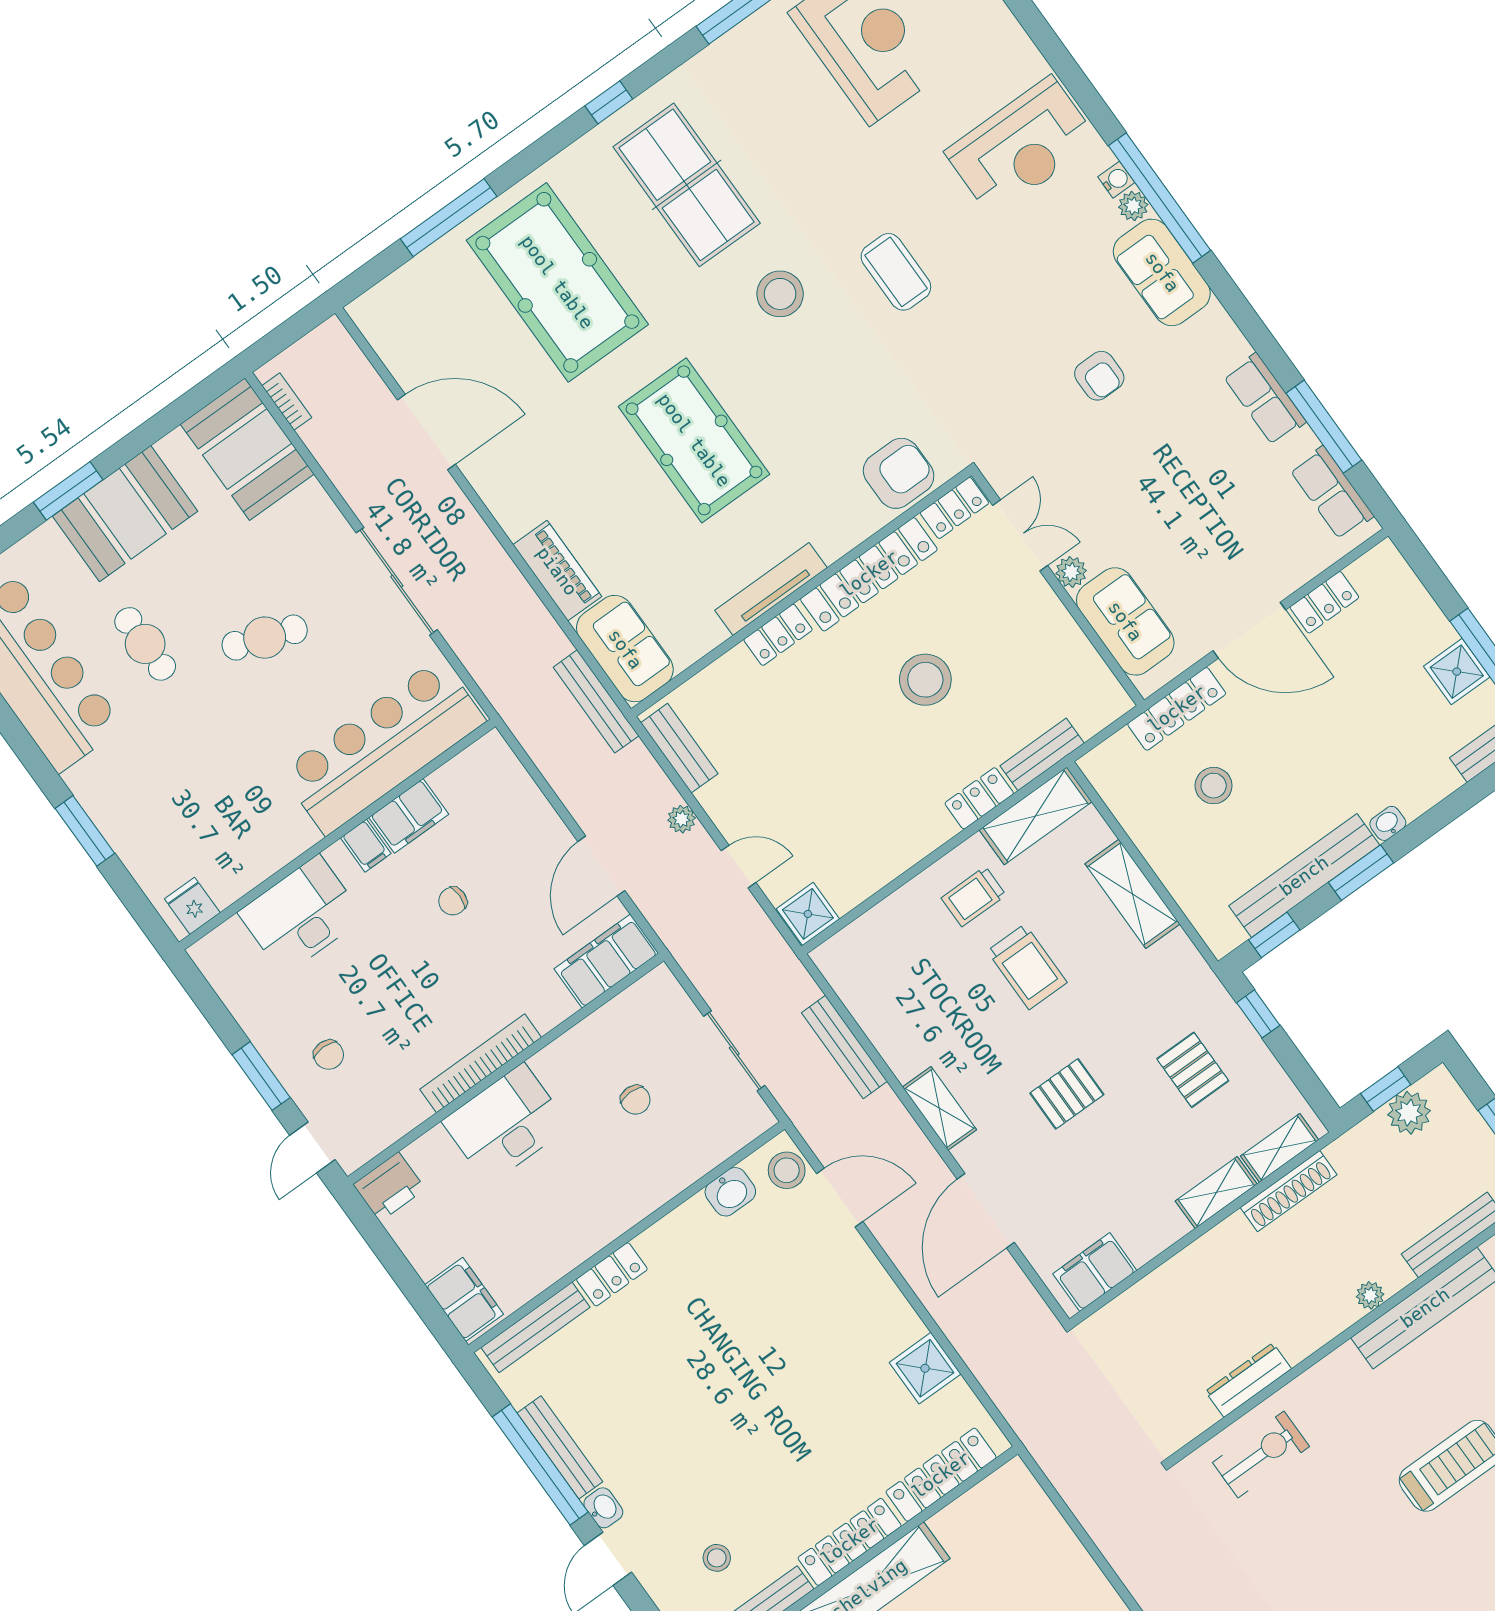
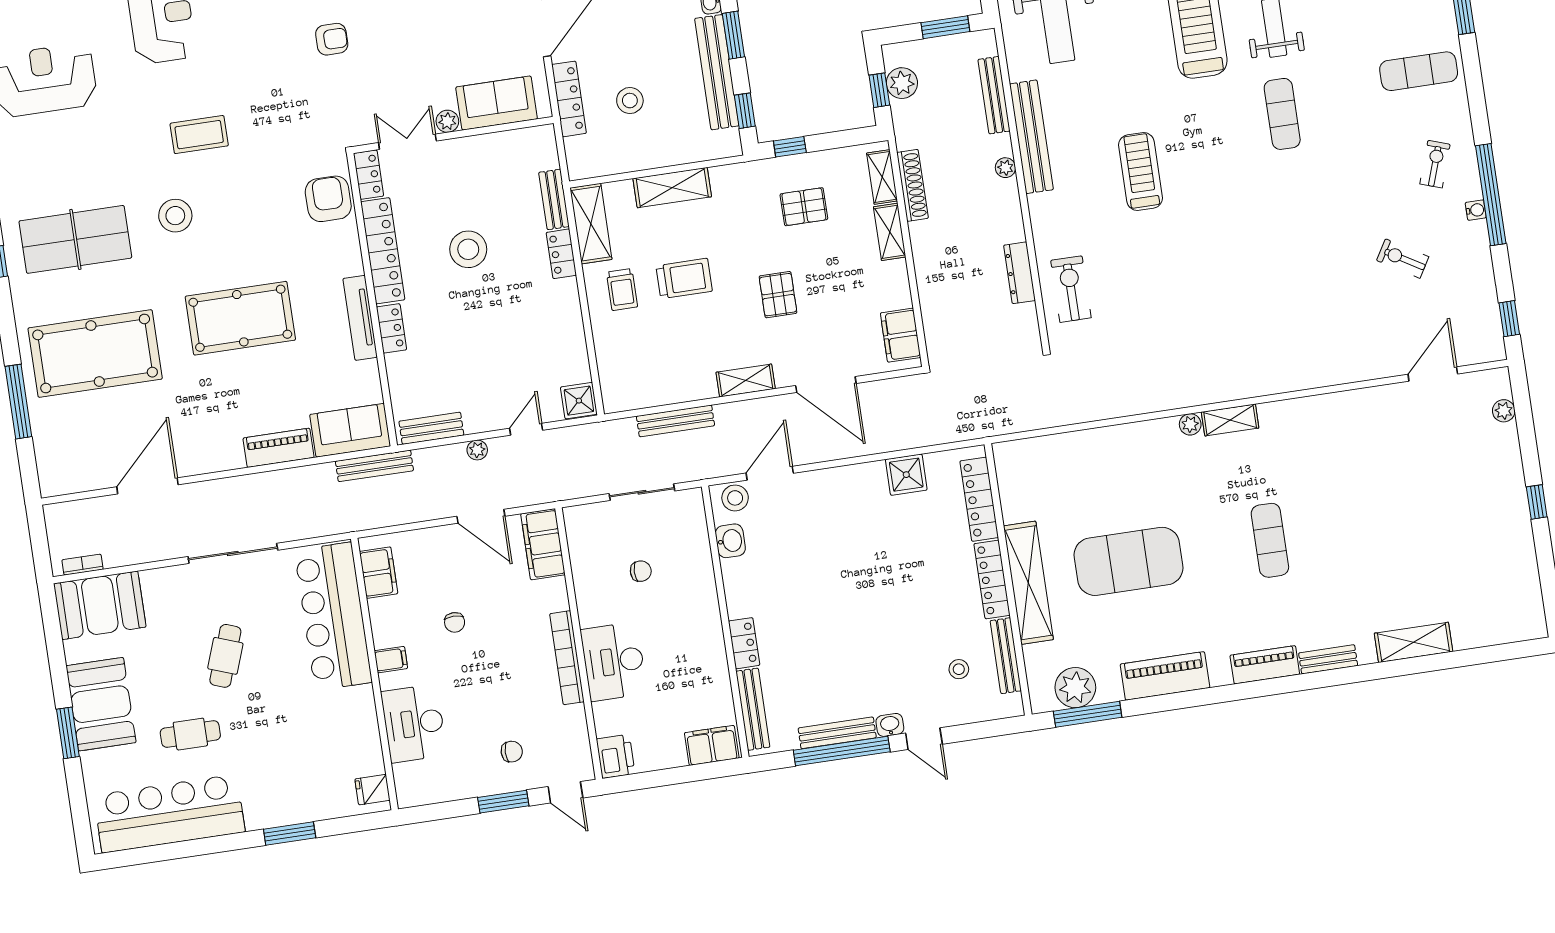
filing cabinet: (409, 816) -> (379, 573), moved

